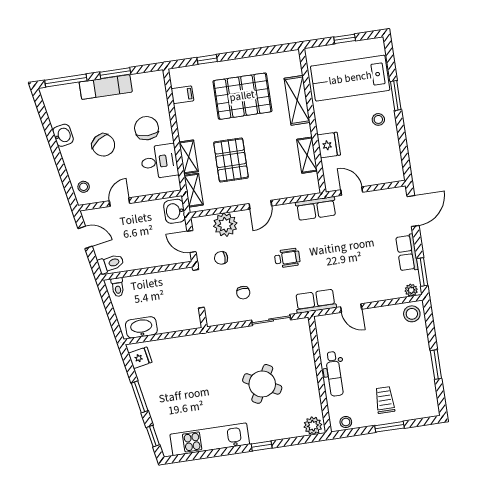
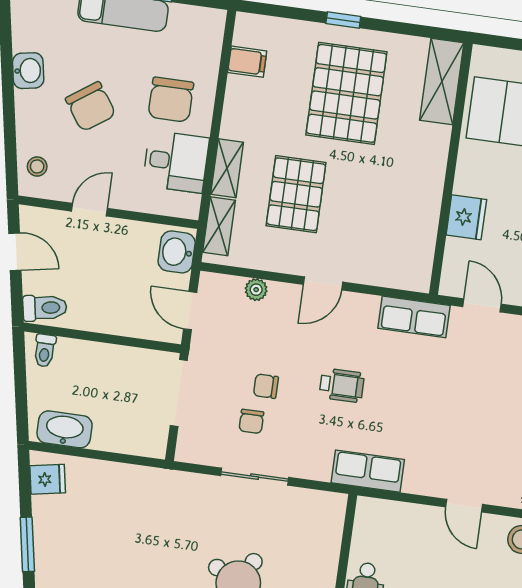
window: (207, 59) -> (343, 20), moved
pallet: (242, 96) -> (346, 93), turned 90
shelving: (297, 100) -> (442, 82), moved
chair: (146, 128) -> (171, 100), turned 180
shelving: (307, 155) -> (425, 223), removed
plant: (225, 225) -> (256, 290), width x0.53, depth x0.53
chair: (221, 258) -> (266, 386), moved
door: (351, 308) -> (464, 506), moved
sliding door: (271, 320) -> (255, 477), moved

